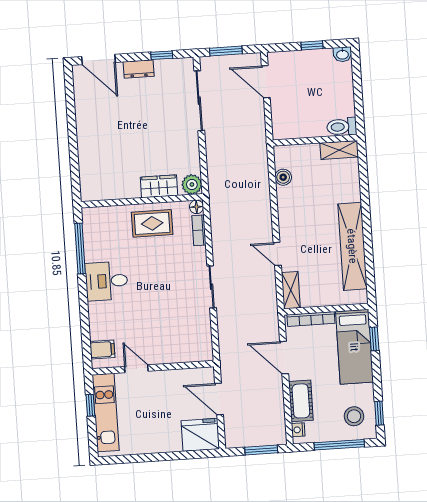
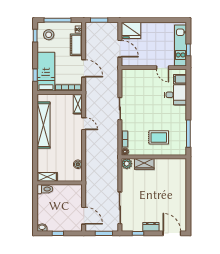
rug: (152, 223) -> (159, 137), moved
desk: (107, 281) -> (175, 95), moved

